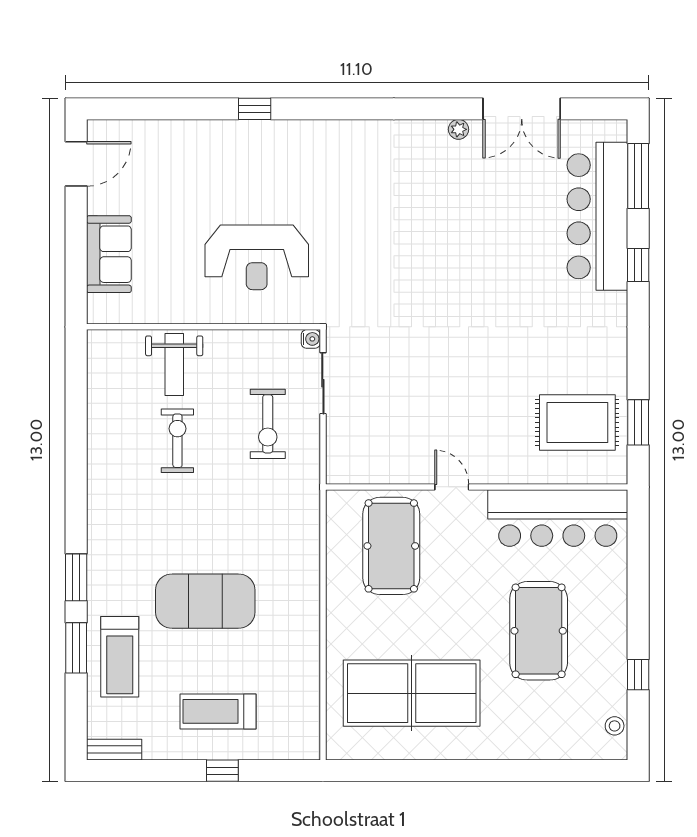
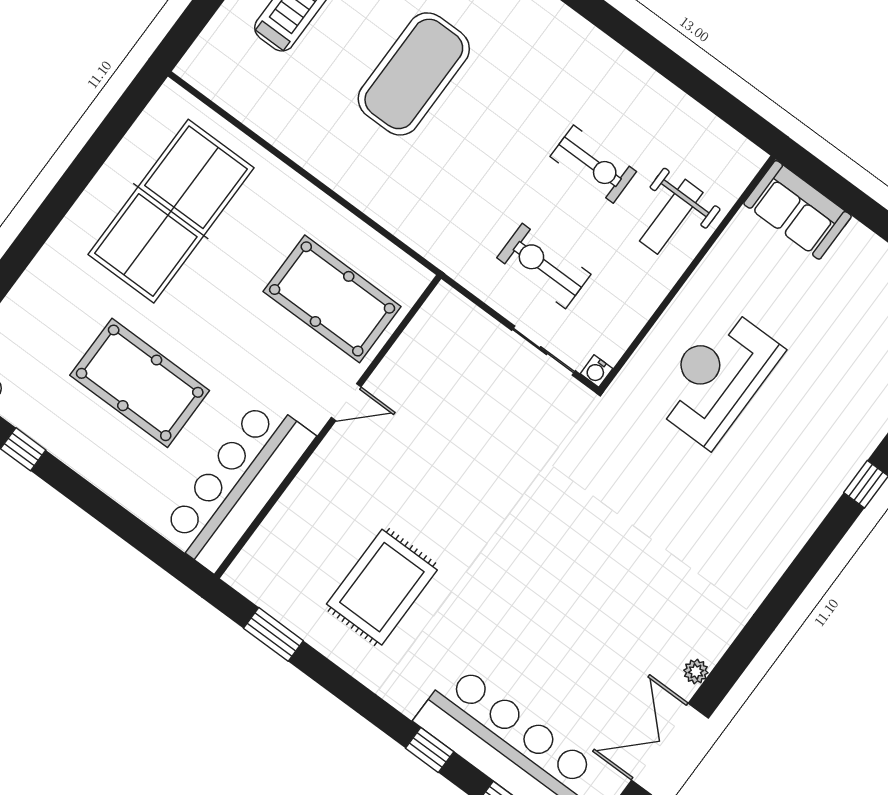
sofa: (109, 254) -> (798, 210), moved
weight bench: (174, 365) -> (671, 217), turned -90
rug: (577, 423) -> (382, 587), moved

